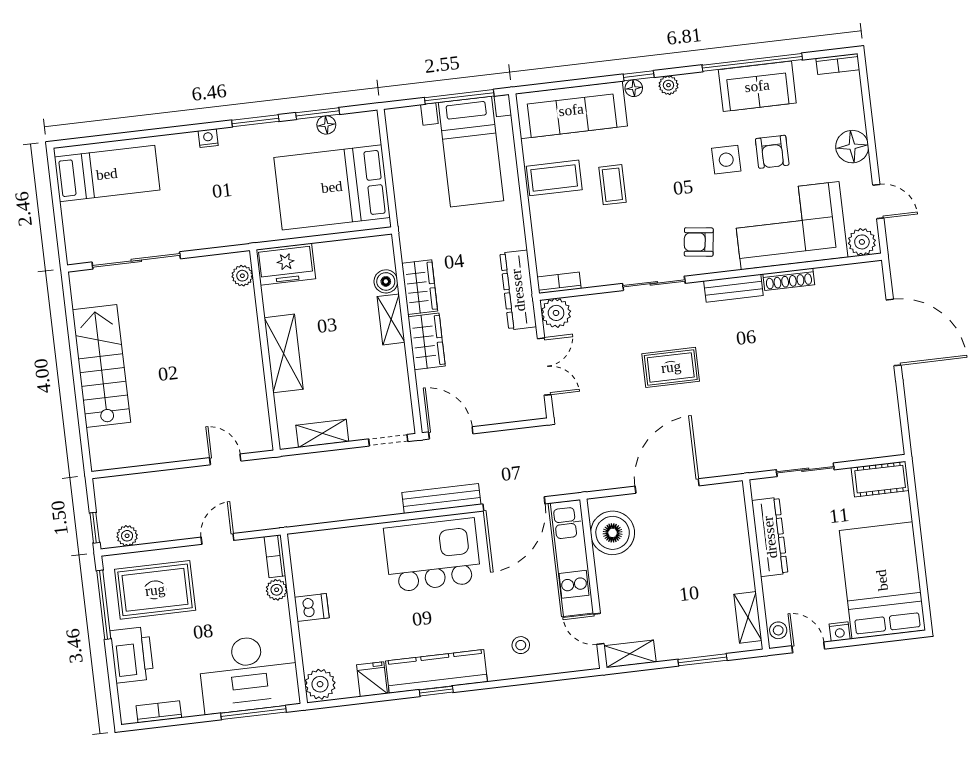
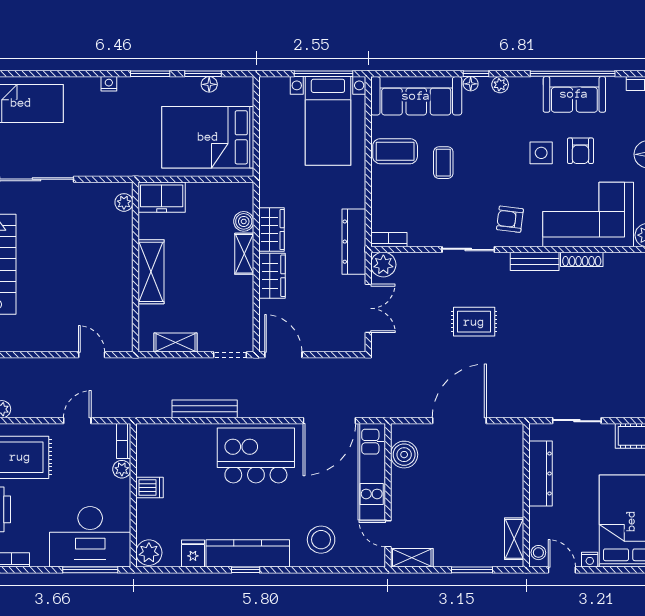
bench: (441, 498) -> (205, 409), moved
boiler: (613, 533) -> (404, 455), width x0.73, depth x0.73
stool: (521, 645) -> (321, 540), width x1.89, depth x1.89

